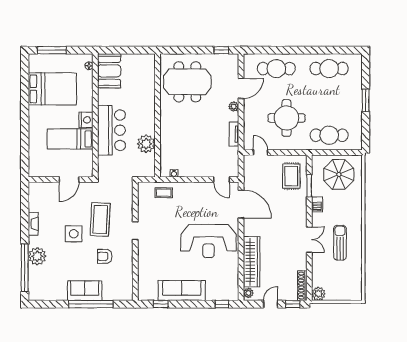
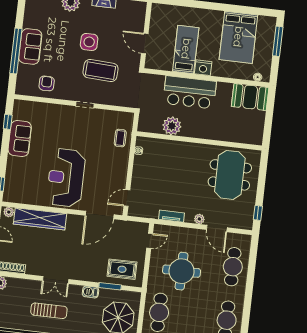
armchair: (105, 256) -> (47, 83), moved
sofa: (182, 291) -> (20, 139), width x0.73

